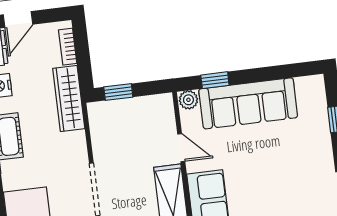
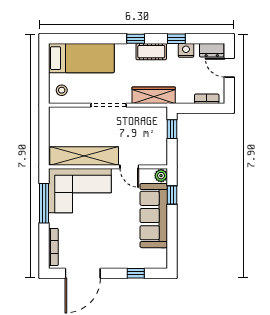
wardrobe: (69, 98) -> (154, 95), moved
door: (181, 148) -> (129, 167), hinge flipped

